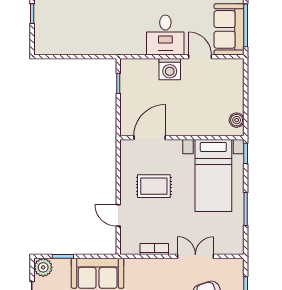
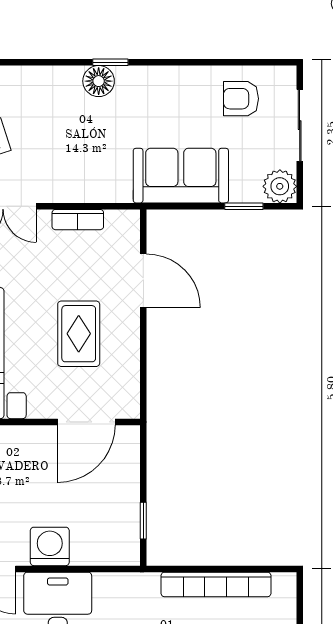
bookcase: (78, 48) -> (216, 584), added
rug: (154, 186) -> (79, 334), turned 90
door: (118, 215) -> (143, 281), width x1.37

